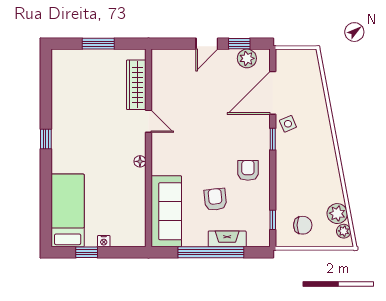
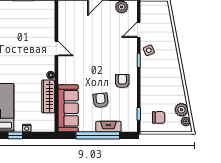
wardrobe: (136, 85) -> (48, 96), moved
door: (273, 93) -> (139, 30), width x0.53

